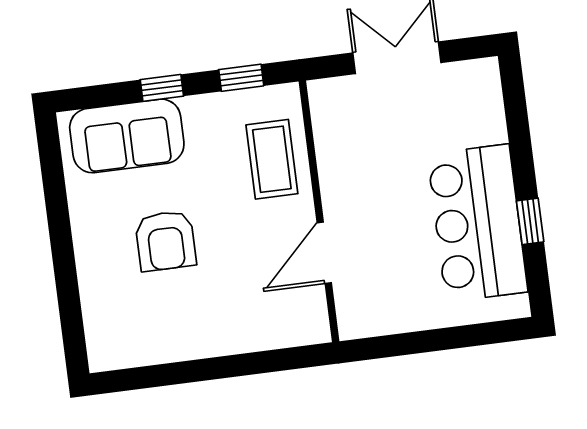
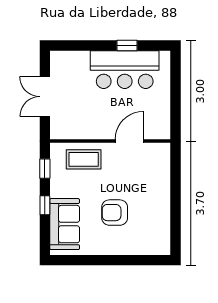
armchair: (166, 241) -> (115, 213), turned 180
door: (324, 253) -> (129, 141), swing flipped

